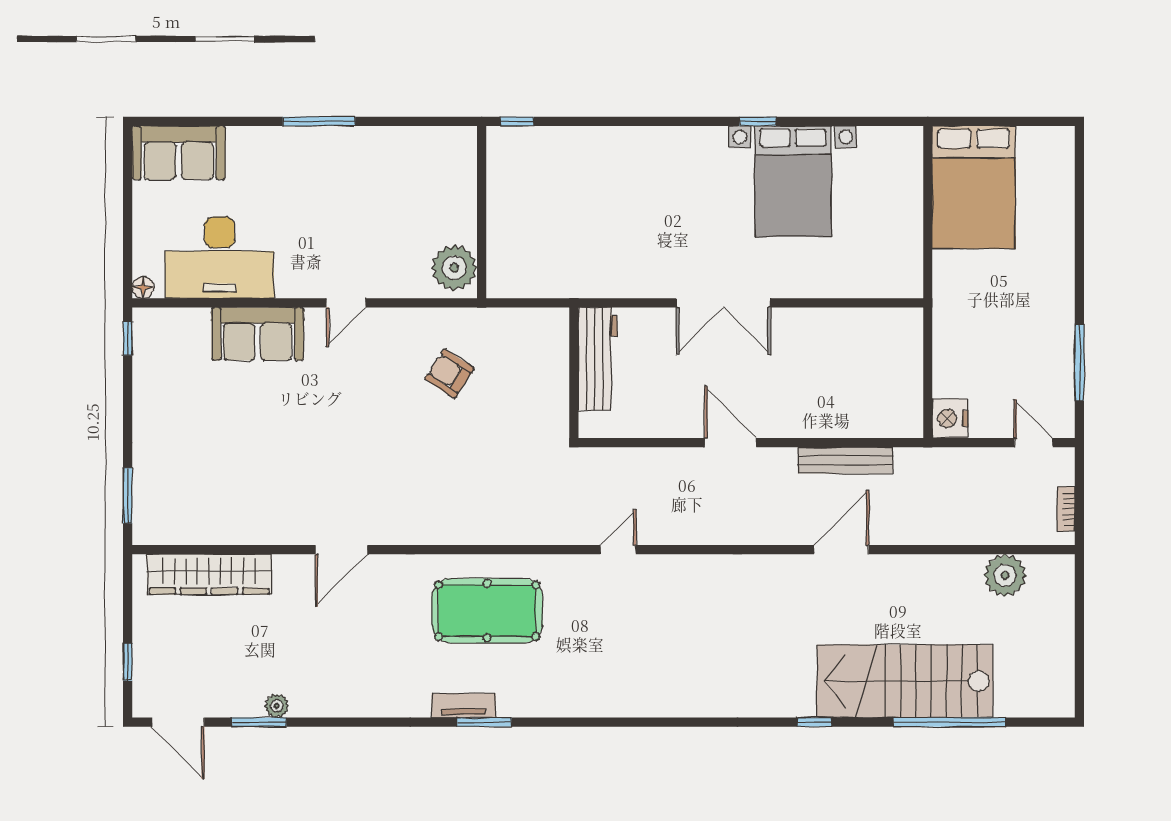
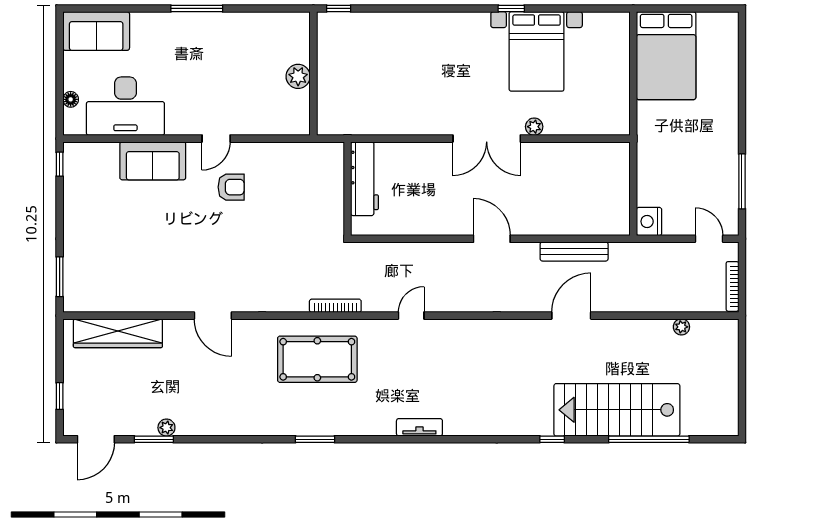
plant: (454, 268) -> (298, 76), moved, width x0.73, depth x0.73
plant: (790, 286) -> (534, 127), added
floor lamp: (143, 287) -> (71, 99), moved
workbench: (598, 359) -> (365, 179), moved
wall: (574, 373) -> (347, 189), moved
armchair: (449, 374) -> (231, 187), moved, turned 147
bookcase: (1066, 509) -> (732, 286), width x1.56
bookcase: (512, 536) -> (335, 306), added
door: (341, 550) -> (213, 316), hinge flipped
plant: (1005, 575) -> (681, 327), width x0.53, depth x0.53
tv unit: (464, 706) -> (419, 427), moved
door: (178, 722) -> (96, 439), hinge flipped

